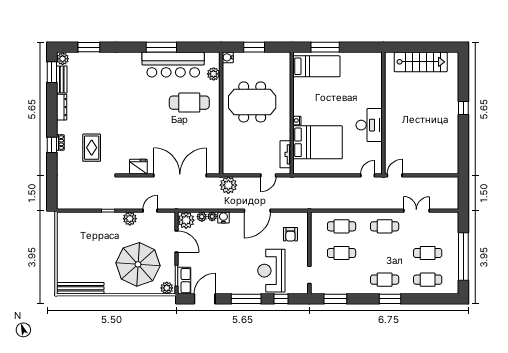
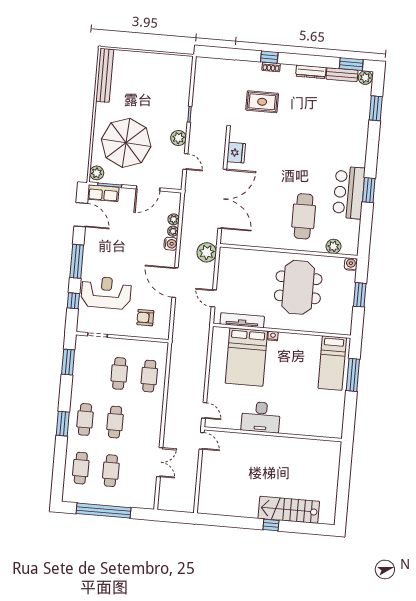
window: (161, 47) -> (369, 190), width x0.69
stairs: (421, 62) -> (289, 510), moved, turned 90
bar counter: (173, 65) -> (349, 193), width x0.73
tv unit: (285, 154) -> (242, 320), width x1.41
plant: (186, 220) -> (171, 201), removed
cafe table: (385, 226) -> (115, 422), moved

